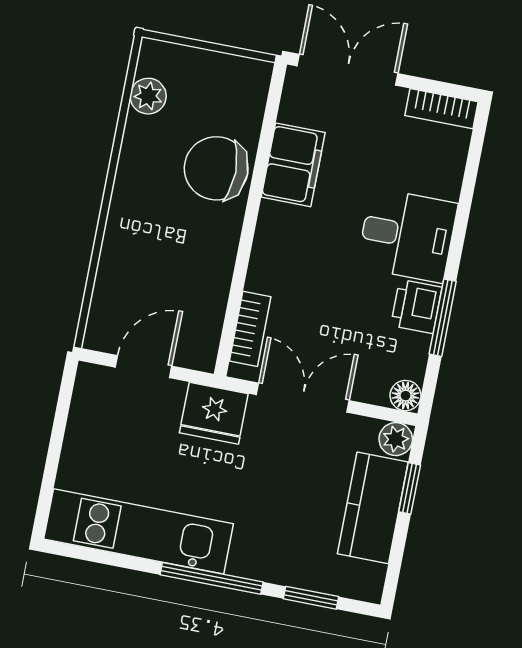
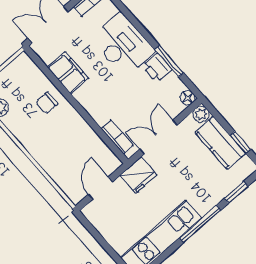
chair: (216, 168) -> (47, 103), width x0.54, depth x0.54
desk: (407, 235) -> (123, 45), width x1.37
window: (410, 488) -> (240, 142), moved

